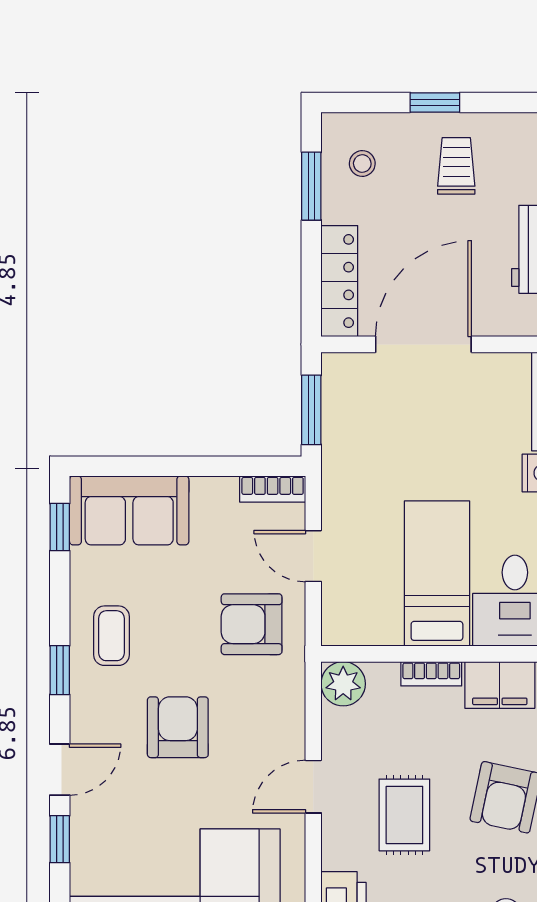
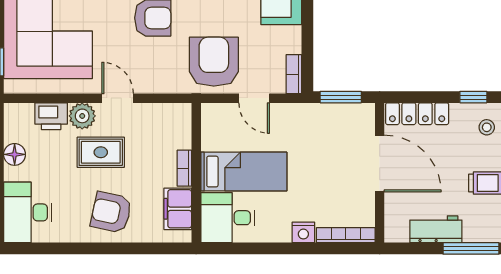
window: (311, 186) -> (473, 97), width x0.67
door: (313, 556) -> (254, 98), swing flipped
armchair: (252, 624) -> (214, 62), width x1.36, depth x1.36
plant: (343, 684) -> (82, 116), moved

